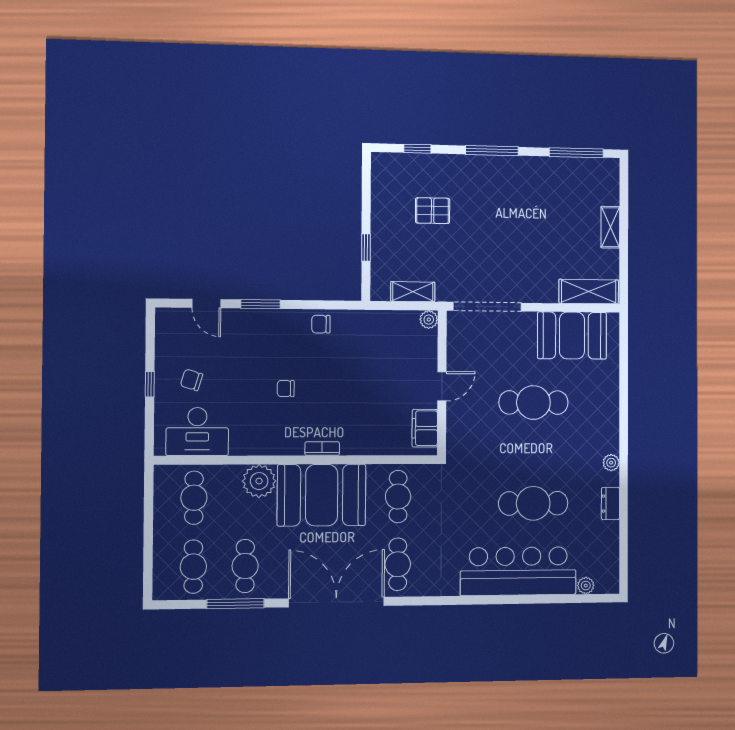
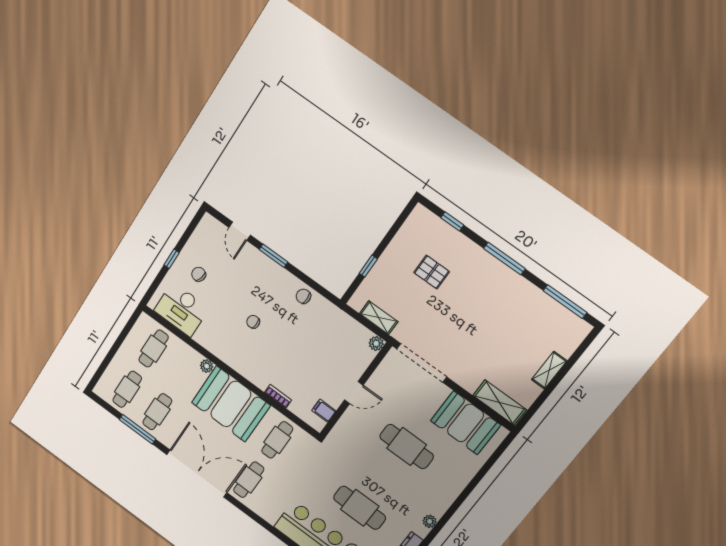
filing cabinet: (425, 428) -> (324, 411), width x0.50
bookcase: (322, 449) -> (278, 396), moved
plant: (259, 481) -> (207, 366), width x0.53, depth x0.53

